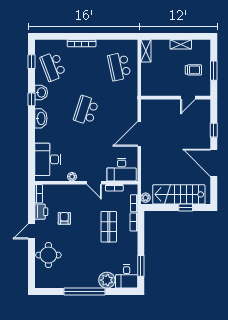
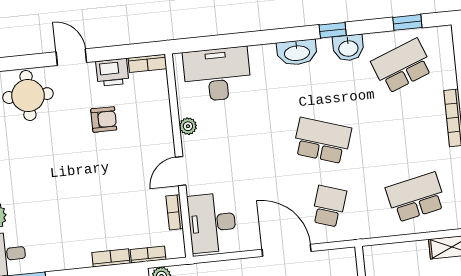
school desk: (119, 110) -> (329, 206), added
shop shelf: (109, 227) -> (96, 209), removed

